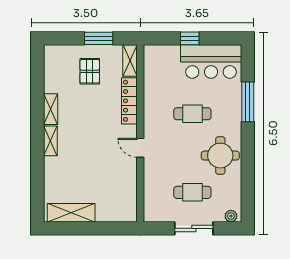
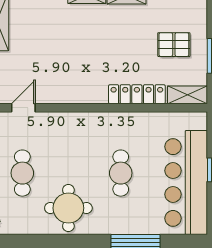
bar counter: (211, 61) -> (186, 183), width x1.36
door: (140, 148) -> (23, 108), moved

